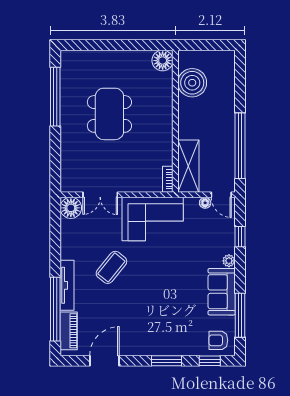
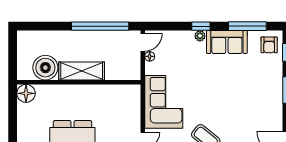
shelving: (188, 166) -> (82, 71), moved
bookcase: (168, 179) -> (129, 89), removed
window: (240, 237) -> (201, 26), moved

